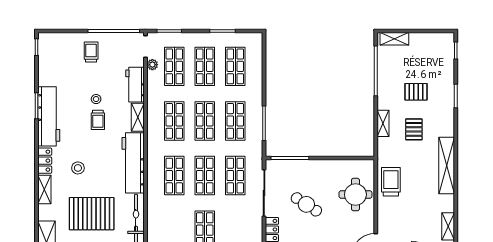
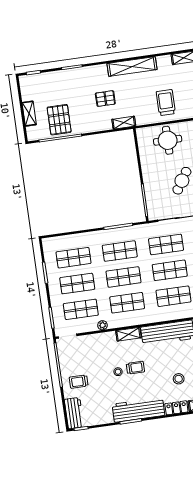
shelving: (394, 39) -> (29, 114), moved
plant: (152, 65) -> (102, 325), moved
workbench: (135, 85) -> (74, 413), moved, turned -90
pallet: (416, 92) -> (59, 120), moved, width x1.50, depth x1.42
shelving: (383, 123) -> (124, 123), moved
trolley: (391, 182) -> (166, 103), moved, turned 90

